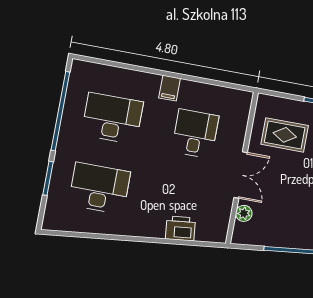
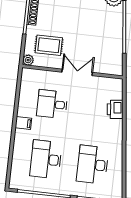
rug: (285, 135) -> (49, 45), turned 90
plant: (244, 213) -> (28, 60), moved

